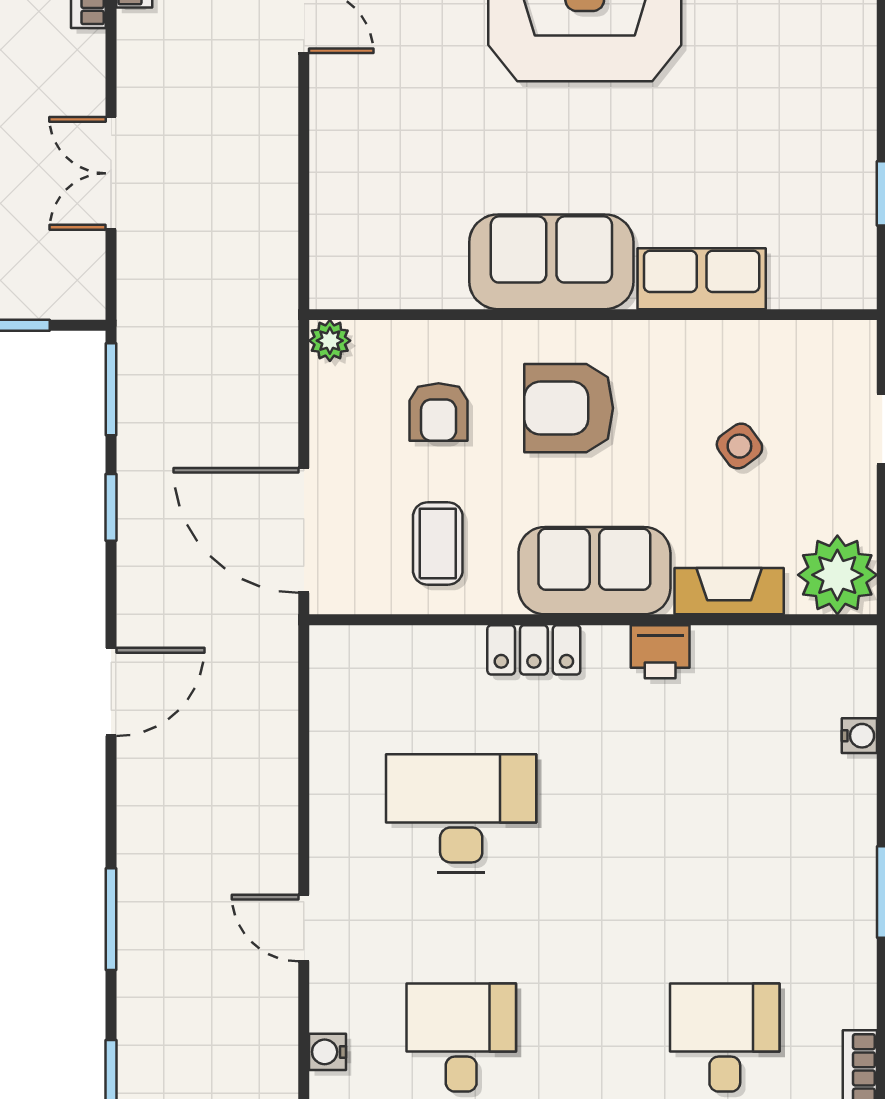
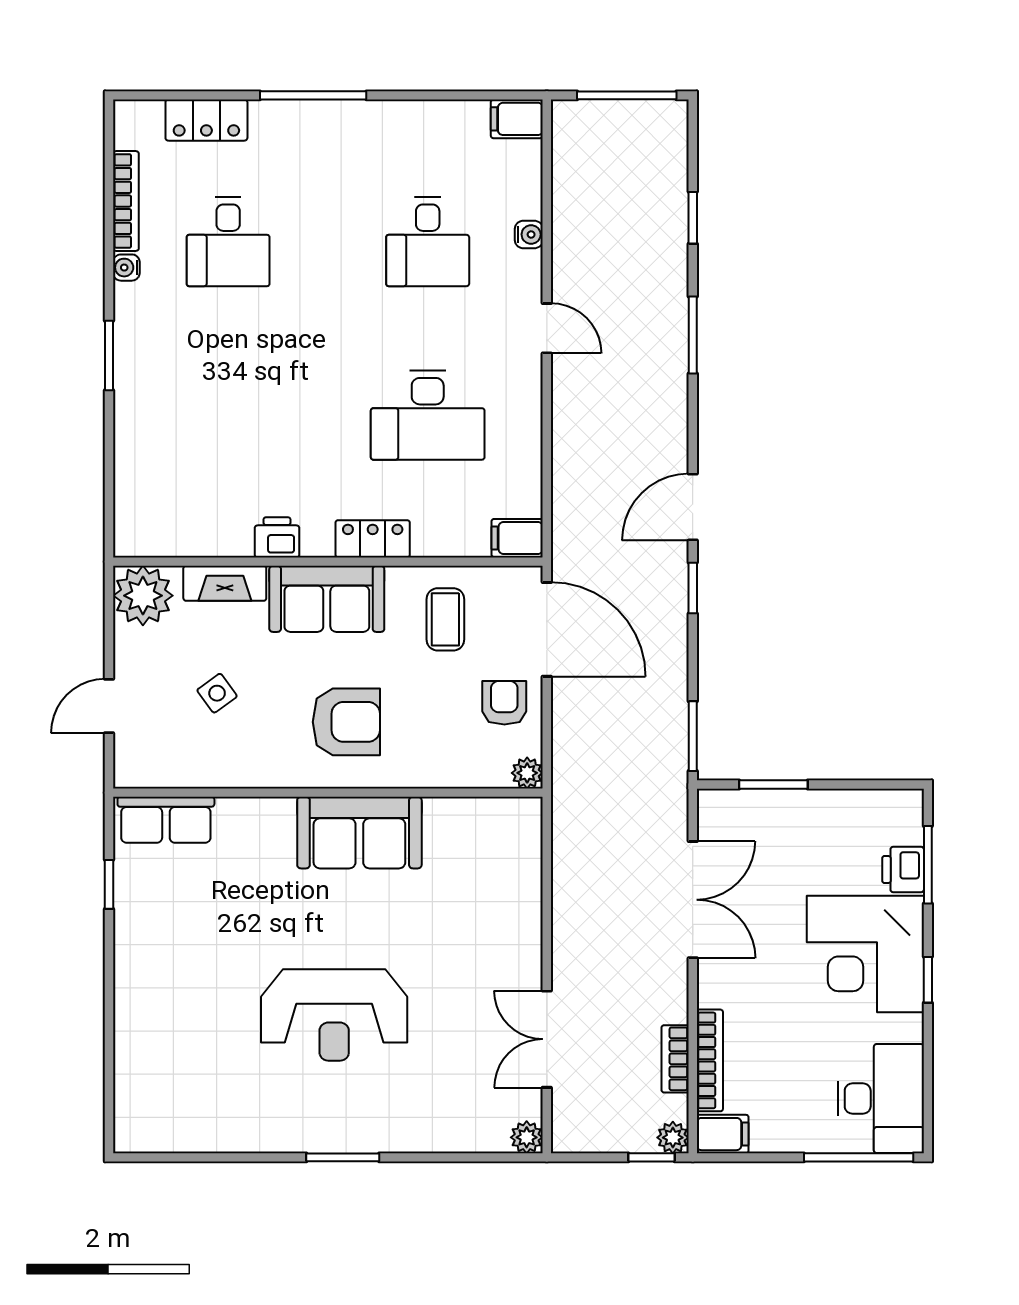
double door: (111, 173) -> (693, 900), width x1.37
row of seats: (702, 279) -> (166, 820), moved
armchair: (439, 412) -> (504, 703), moved
window: (111, 507) -> (693, 588), moved
filing cabinet: (343, 651) -> (517, 538), added
water cooler: (859, 736) -> (126, 268), moved

